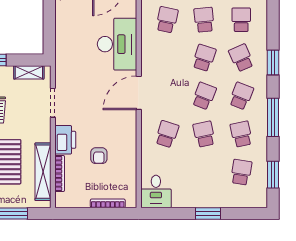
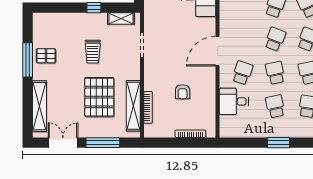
door: (139, 93) -> (218, 51), moved
printer: (65, 140) -> (153, 78), removed
school desk: (204, 172) -> (275, 106), added
desk: (156, 191) -> (234, 101), moved, turned 90

